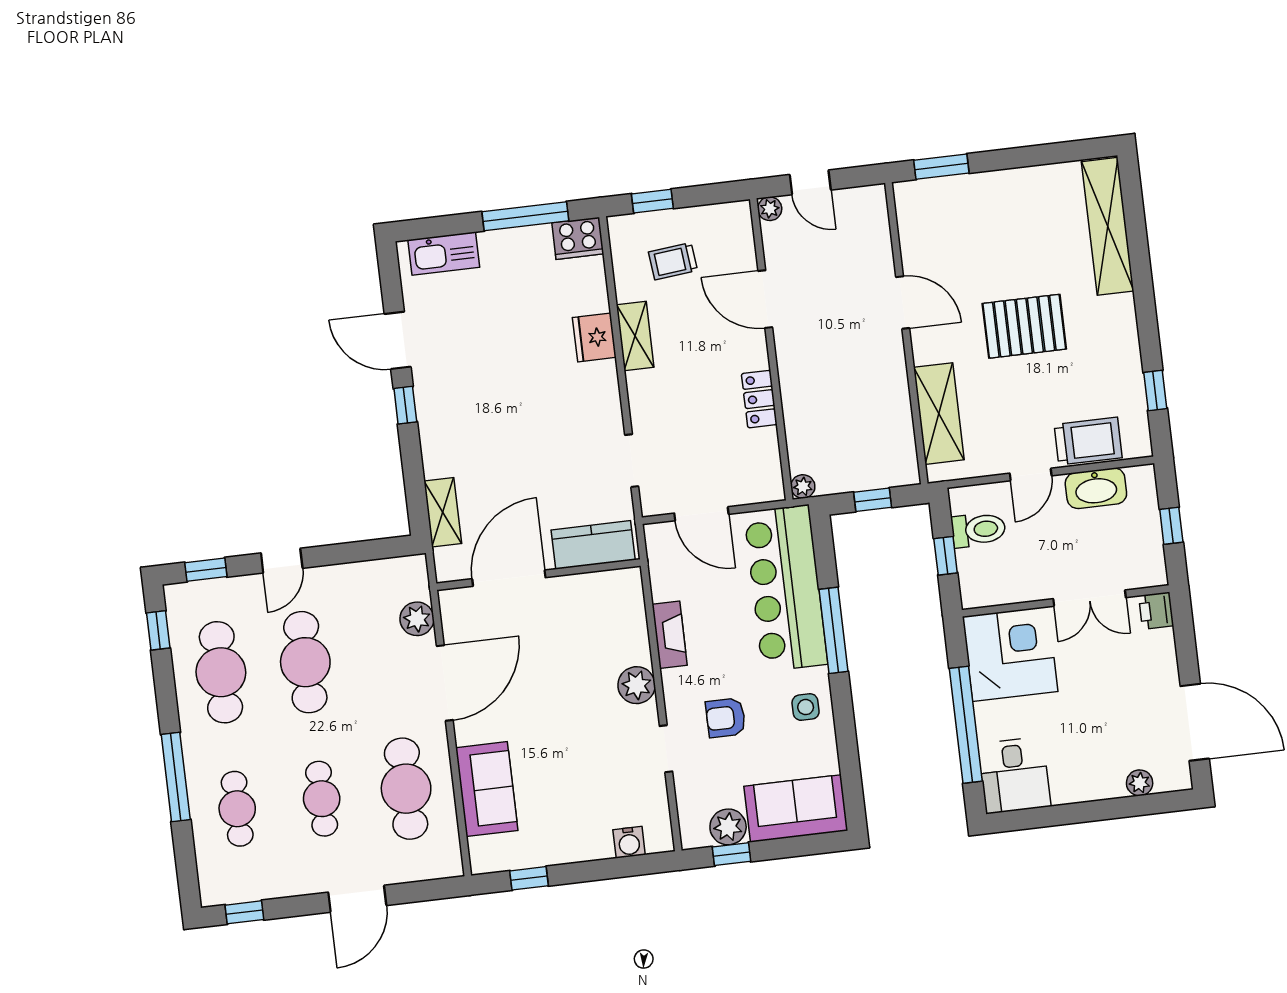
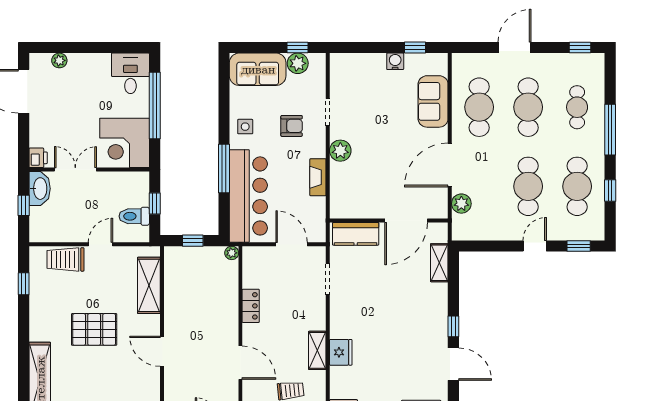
washbasin: (1096, 488) -> (40, 189), moved, turned 90
window: (158, 630) -> (610, 191), moved
cafe table: (322, 799) -> (528, 107), width x1.37, depth x1.35
water cooler: (629, 842) -> (395, 61), moved

